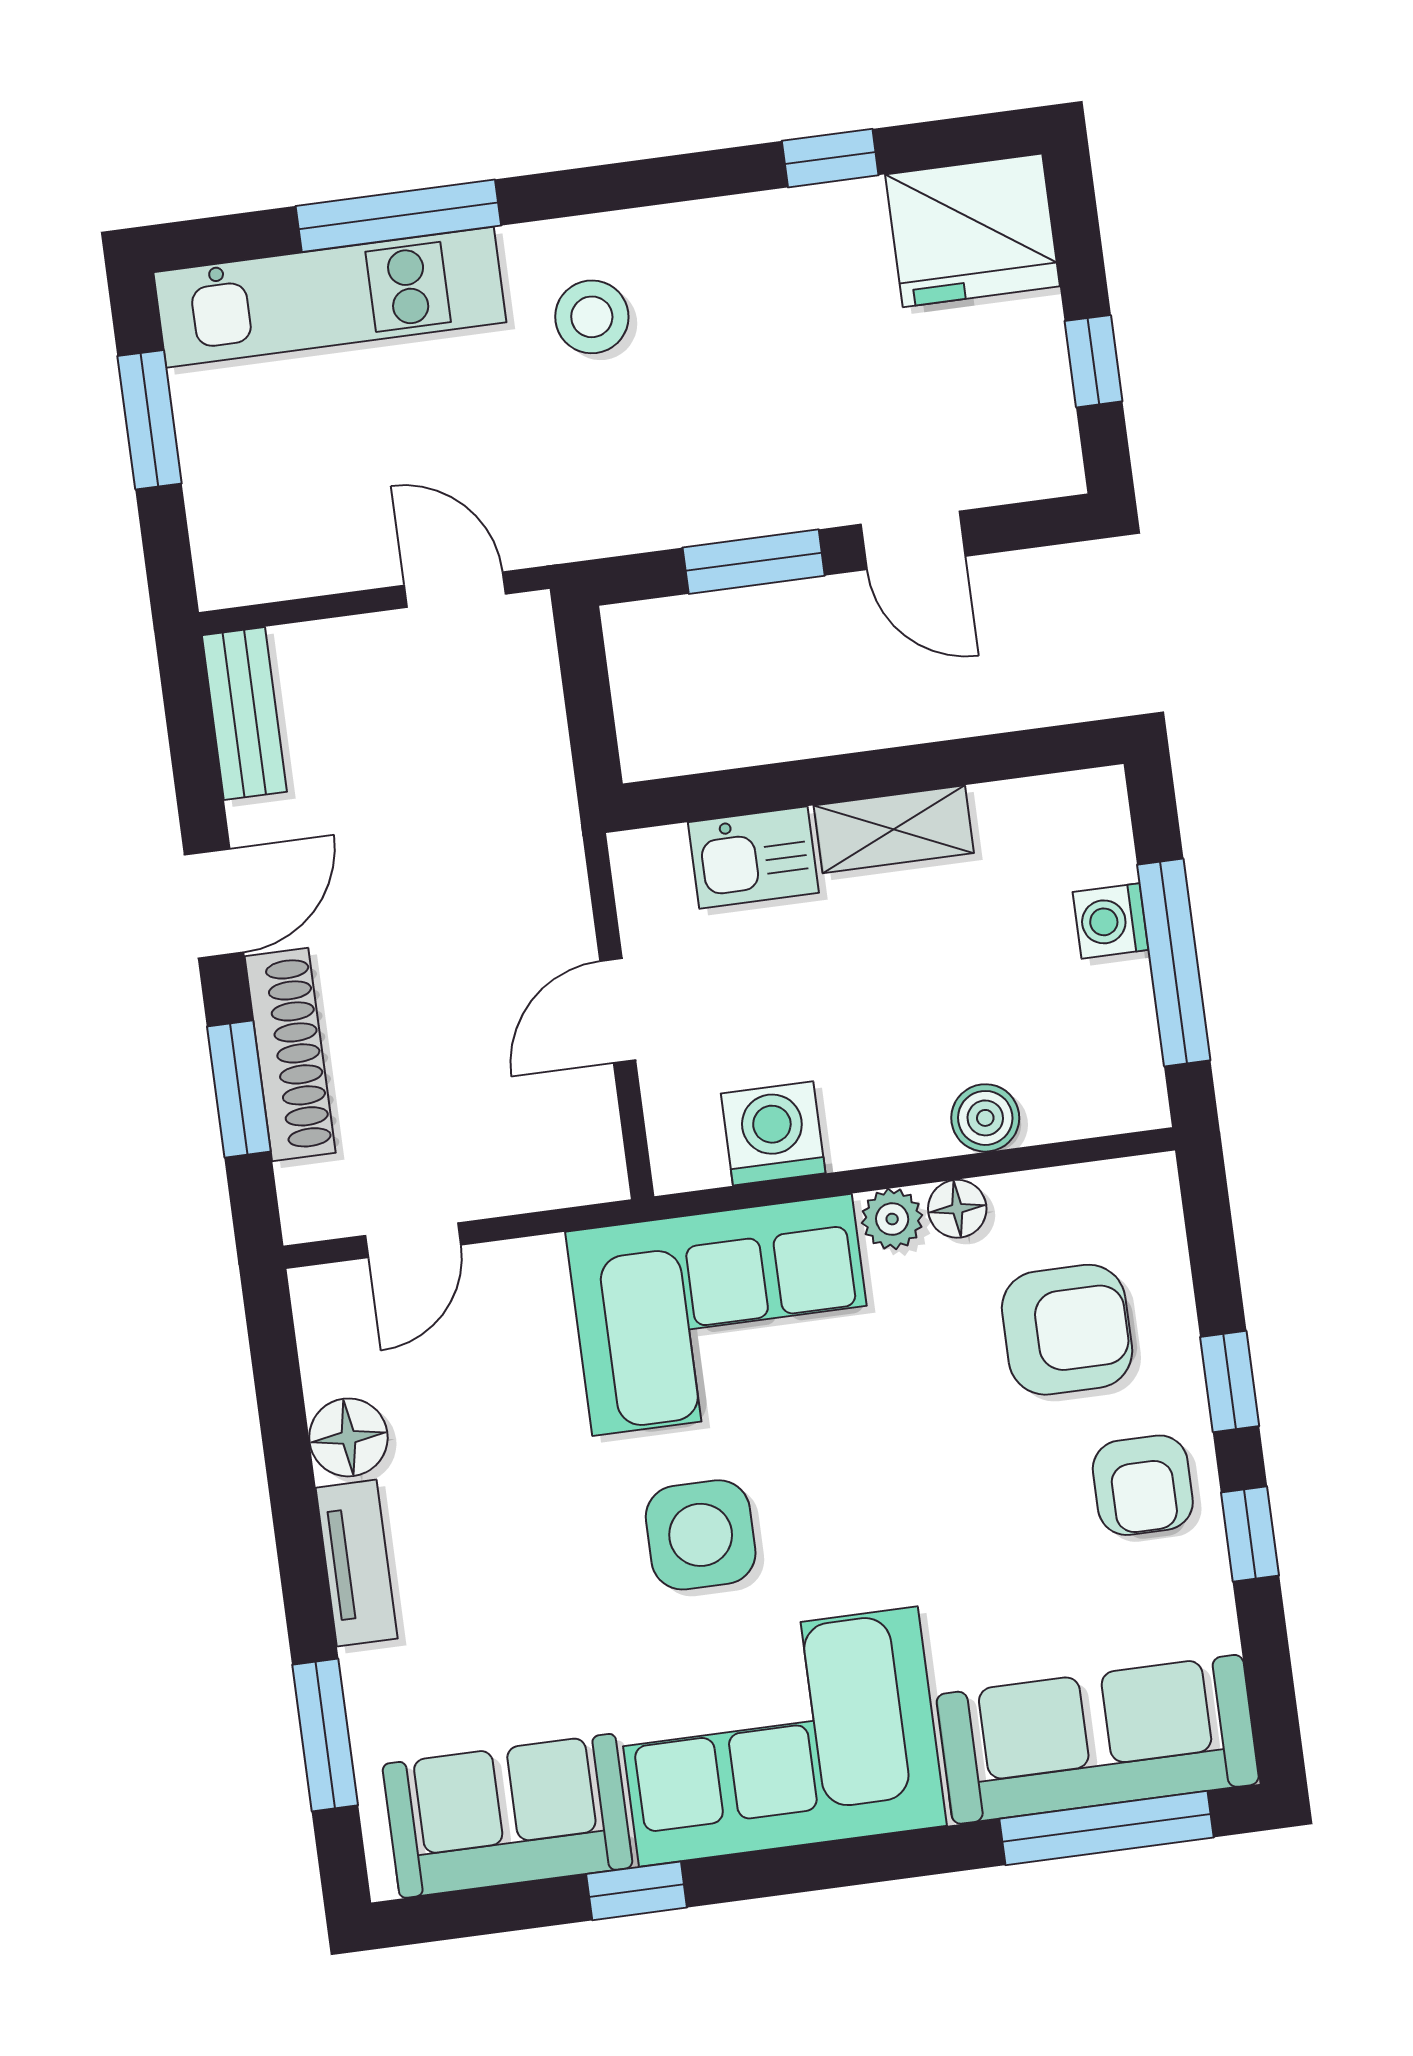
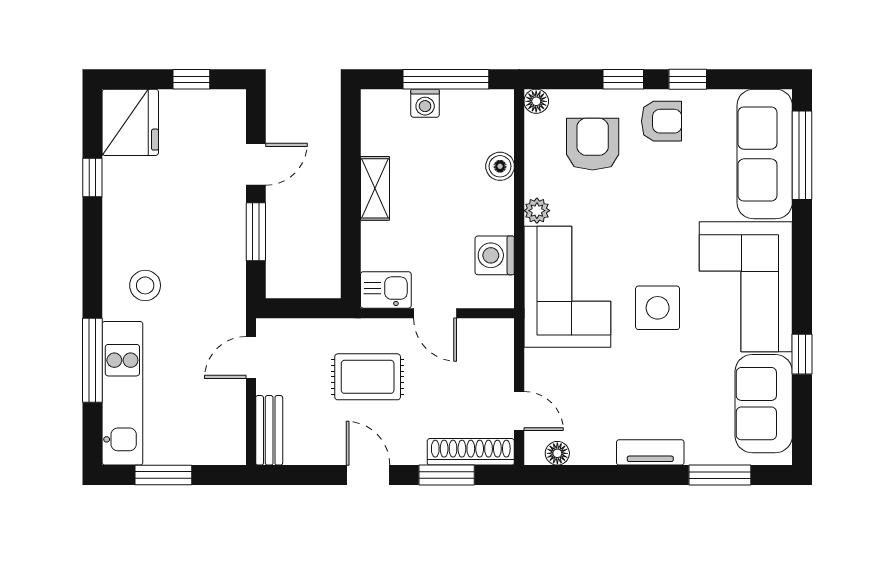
bench: (244, 714) -> (269, 430), moved, turned 90
kitchen sink: (753, 857) -> (386, 290), moved, turned -90
rug: (446, 871) -> (368, 377), added
shoe rack: (290, 1054) -> (471, 452), moved
floor lamp: (957, 1209) -> (536, 101), moved
floor lamp: (348, 1437) -> (557, 453), moved, width x0.73, depth x0.73

